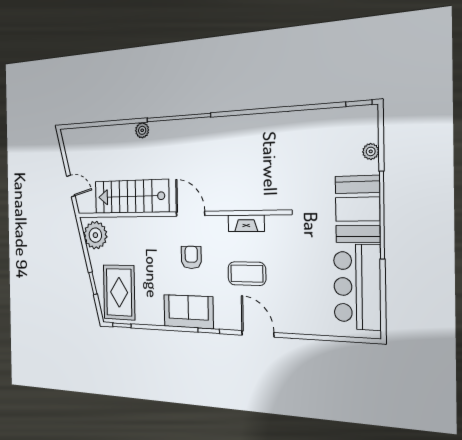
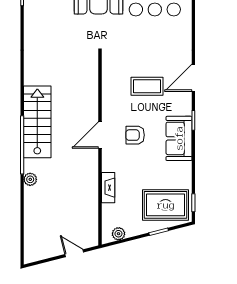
door: (71, 186) -> (74, 253), hinge flipped
stairs: (132, 197) -> (37, 122), moved, turned 180
fireplace: (246, 223) -> (108, 188), moved
plant: (95, 235) -> (119, 234), width x0.53, depth x0.53
coffee table: (247, 274) -> (147, 86), turned 90

